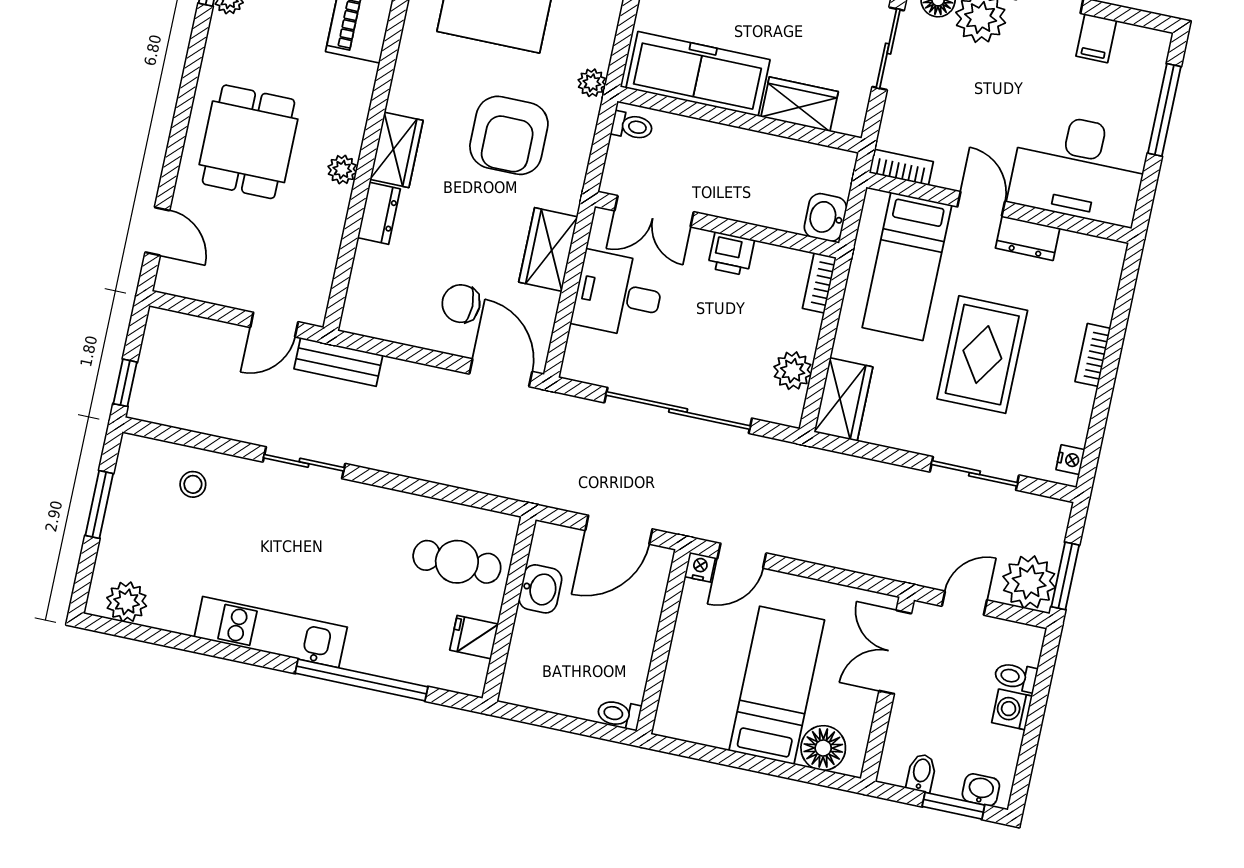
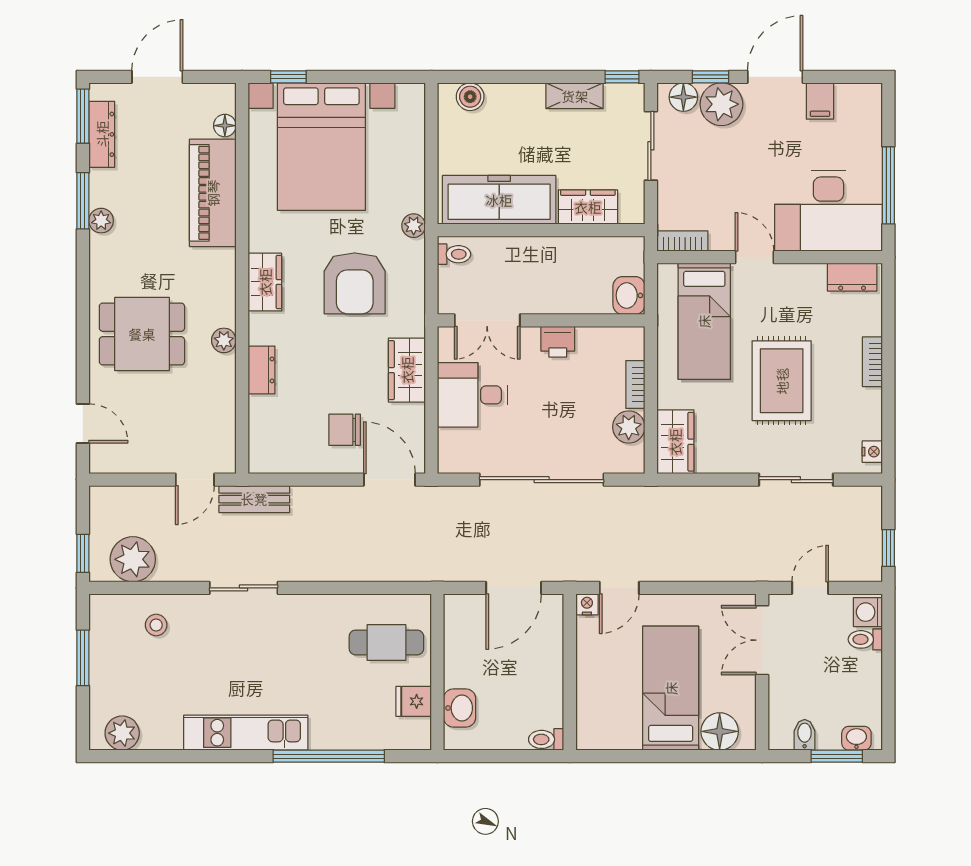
window: (1164, 110) -> (888, 185), moved
dining table: (249, 142) -> (142, 334), turned 90
wardrobe: (396, 150) -> (265, 282), moved
dresser: (1028, 238) -> (852, 277), moved
bookcase: (819, 283) -> (635, 384), moved
window: (1065, 576) -> (888, 548), width x0.67
plant: (1029, 582) -> (133, 559), moved
washbasin: (540, 589) -> (460, 708), moved
washing machine: (1012, 709) -> (868, 612), moved

